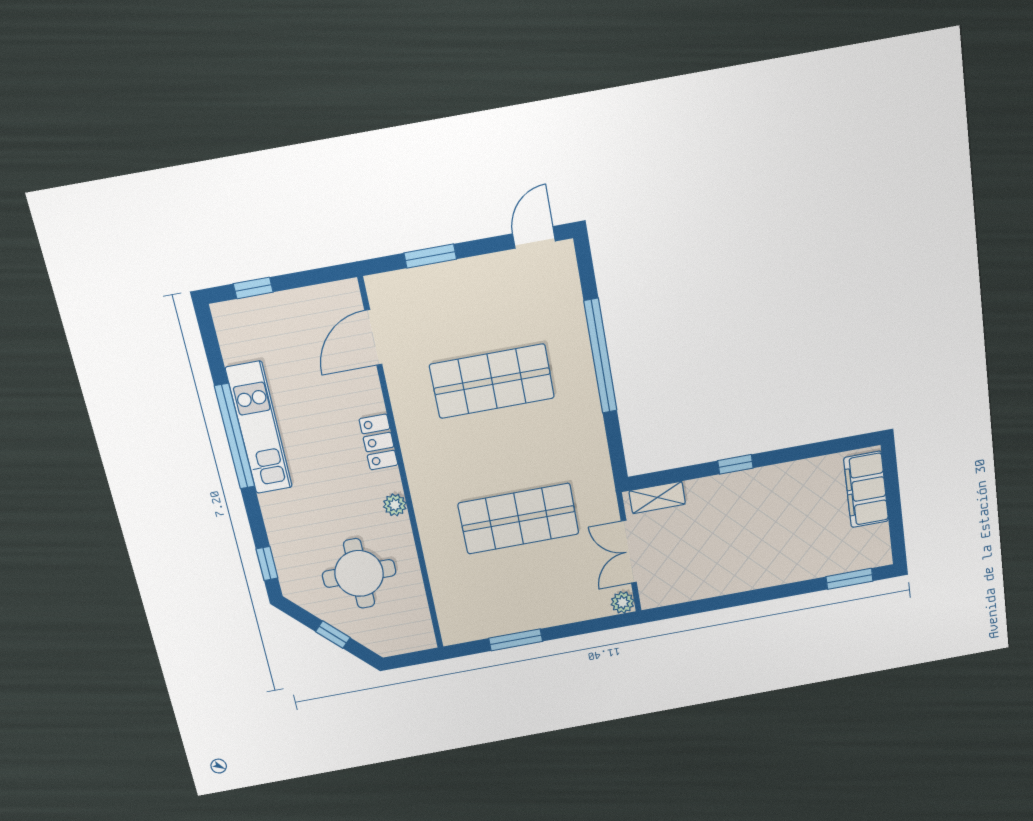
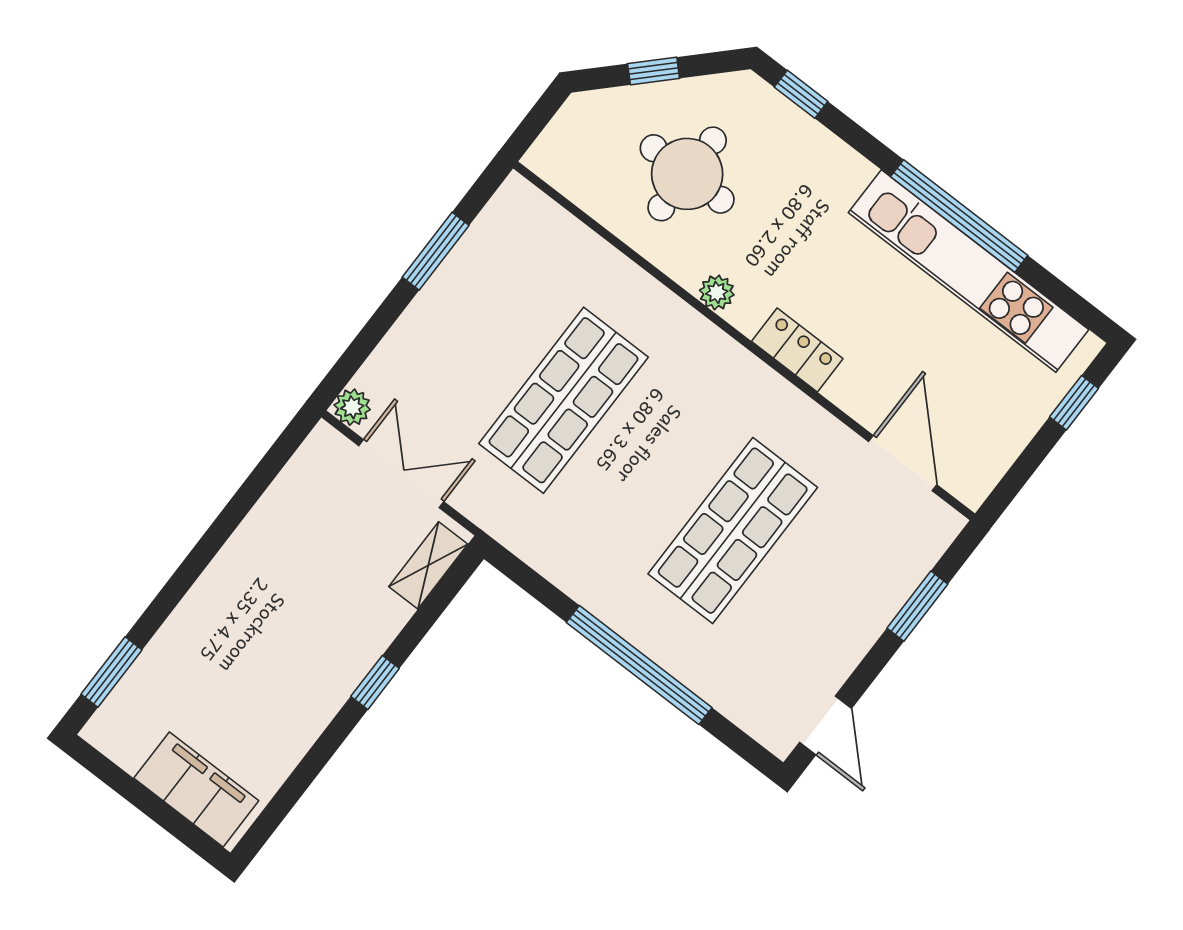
kitchen unit: (259, 428) -> (969, 271), width x1.36

